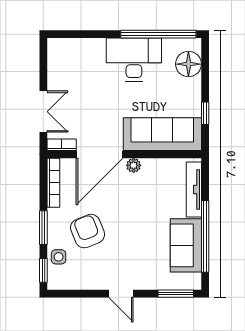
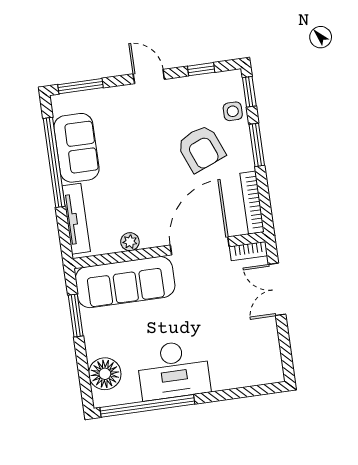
window: (205, 113) -> (76, 315), width x1.50
plant: (134, 165) -> (130, 242), moved
window: (79, 294) -> (201, 69), added

